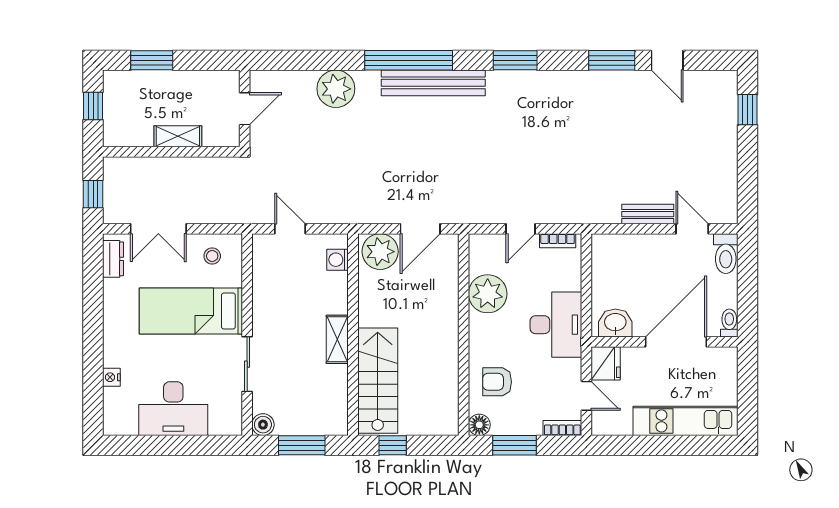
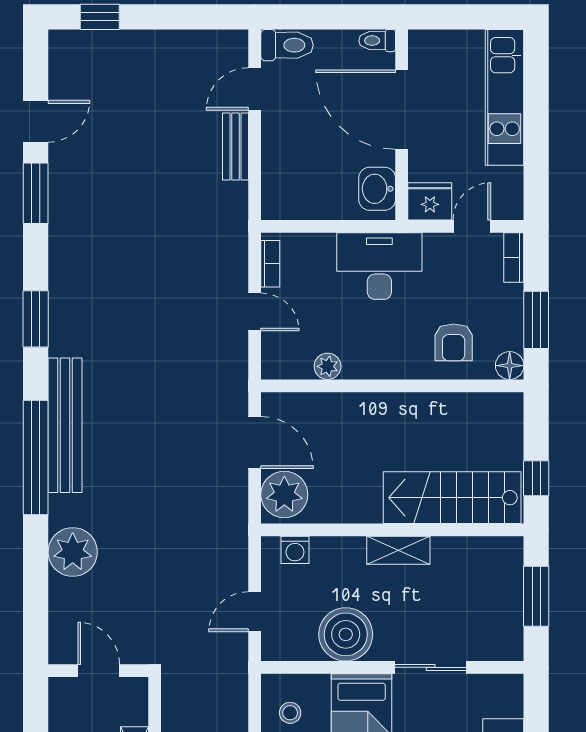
plant: (488, 294) -> (328, 366), width x0.53, depth x0.53
boiler: (263, 425) -> (346, 634), moved, width x1.86, depth x1.86

